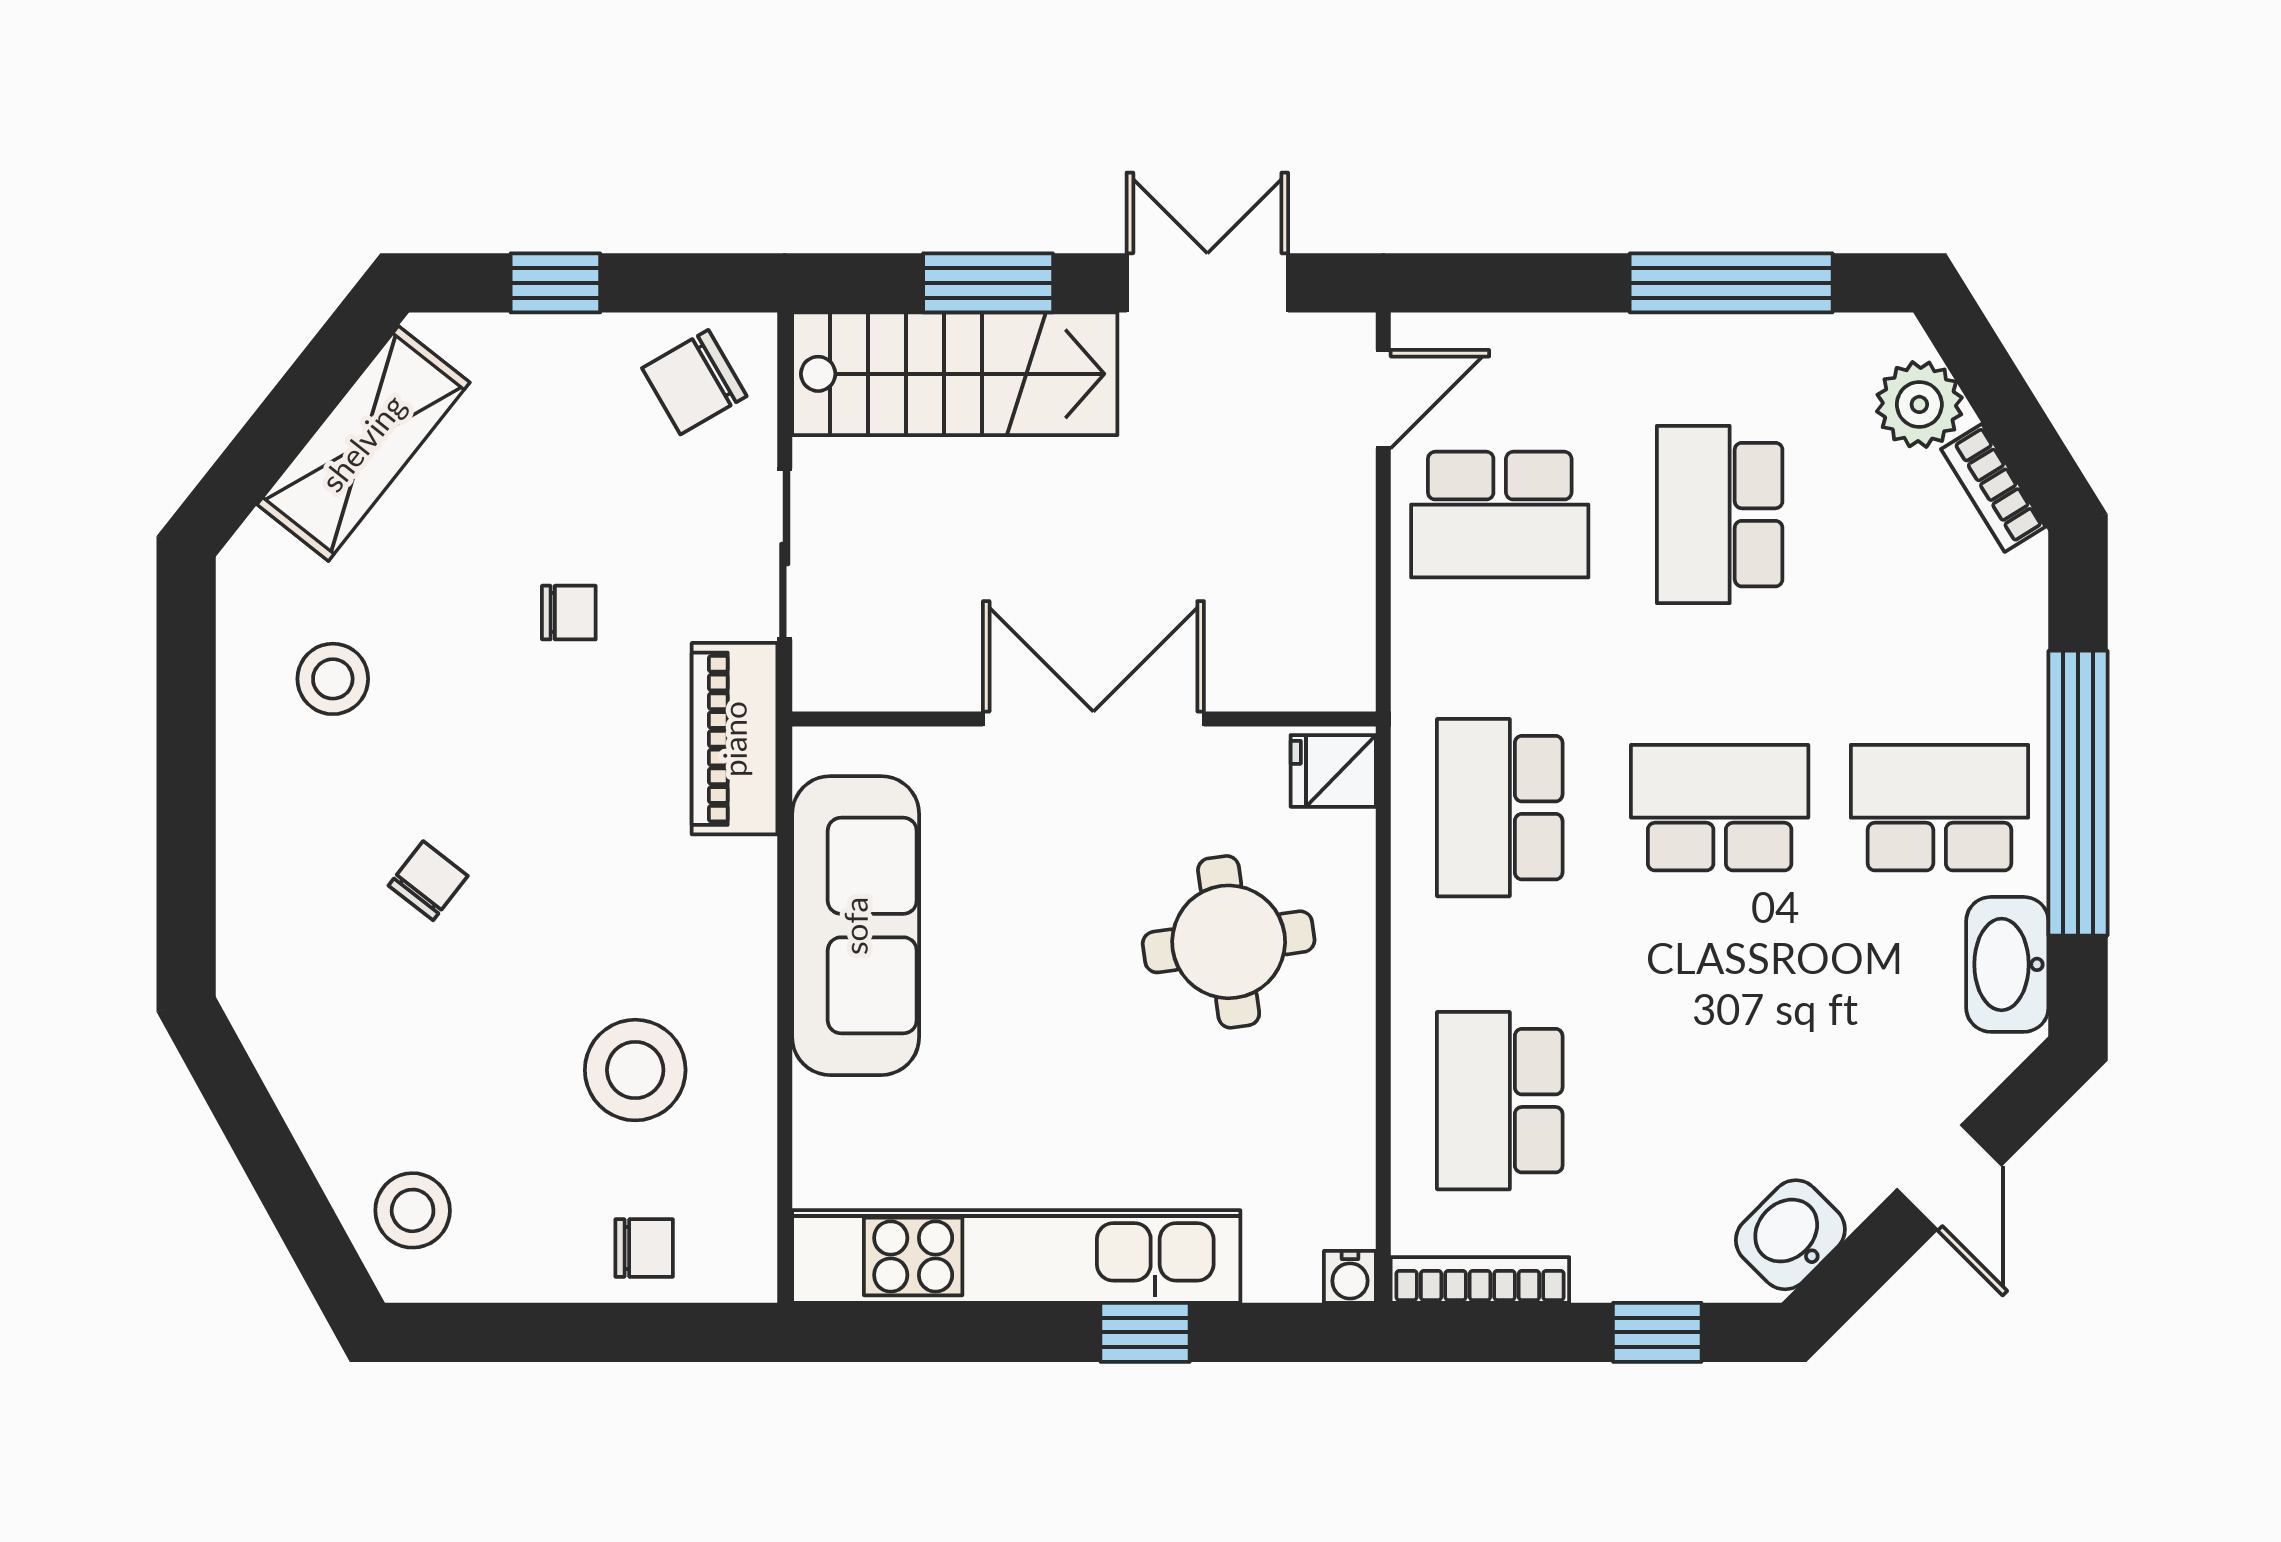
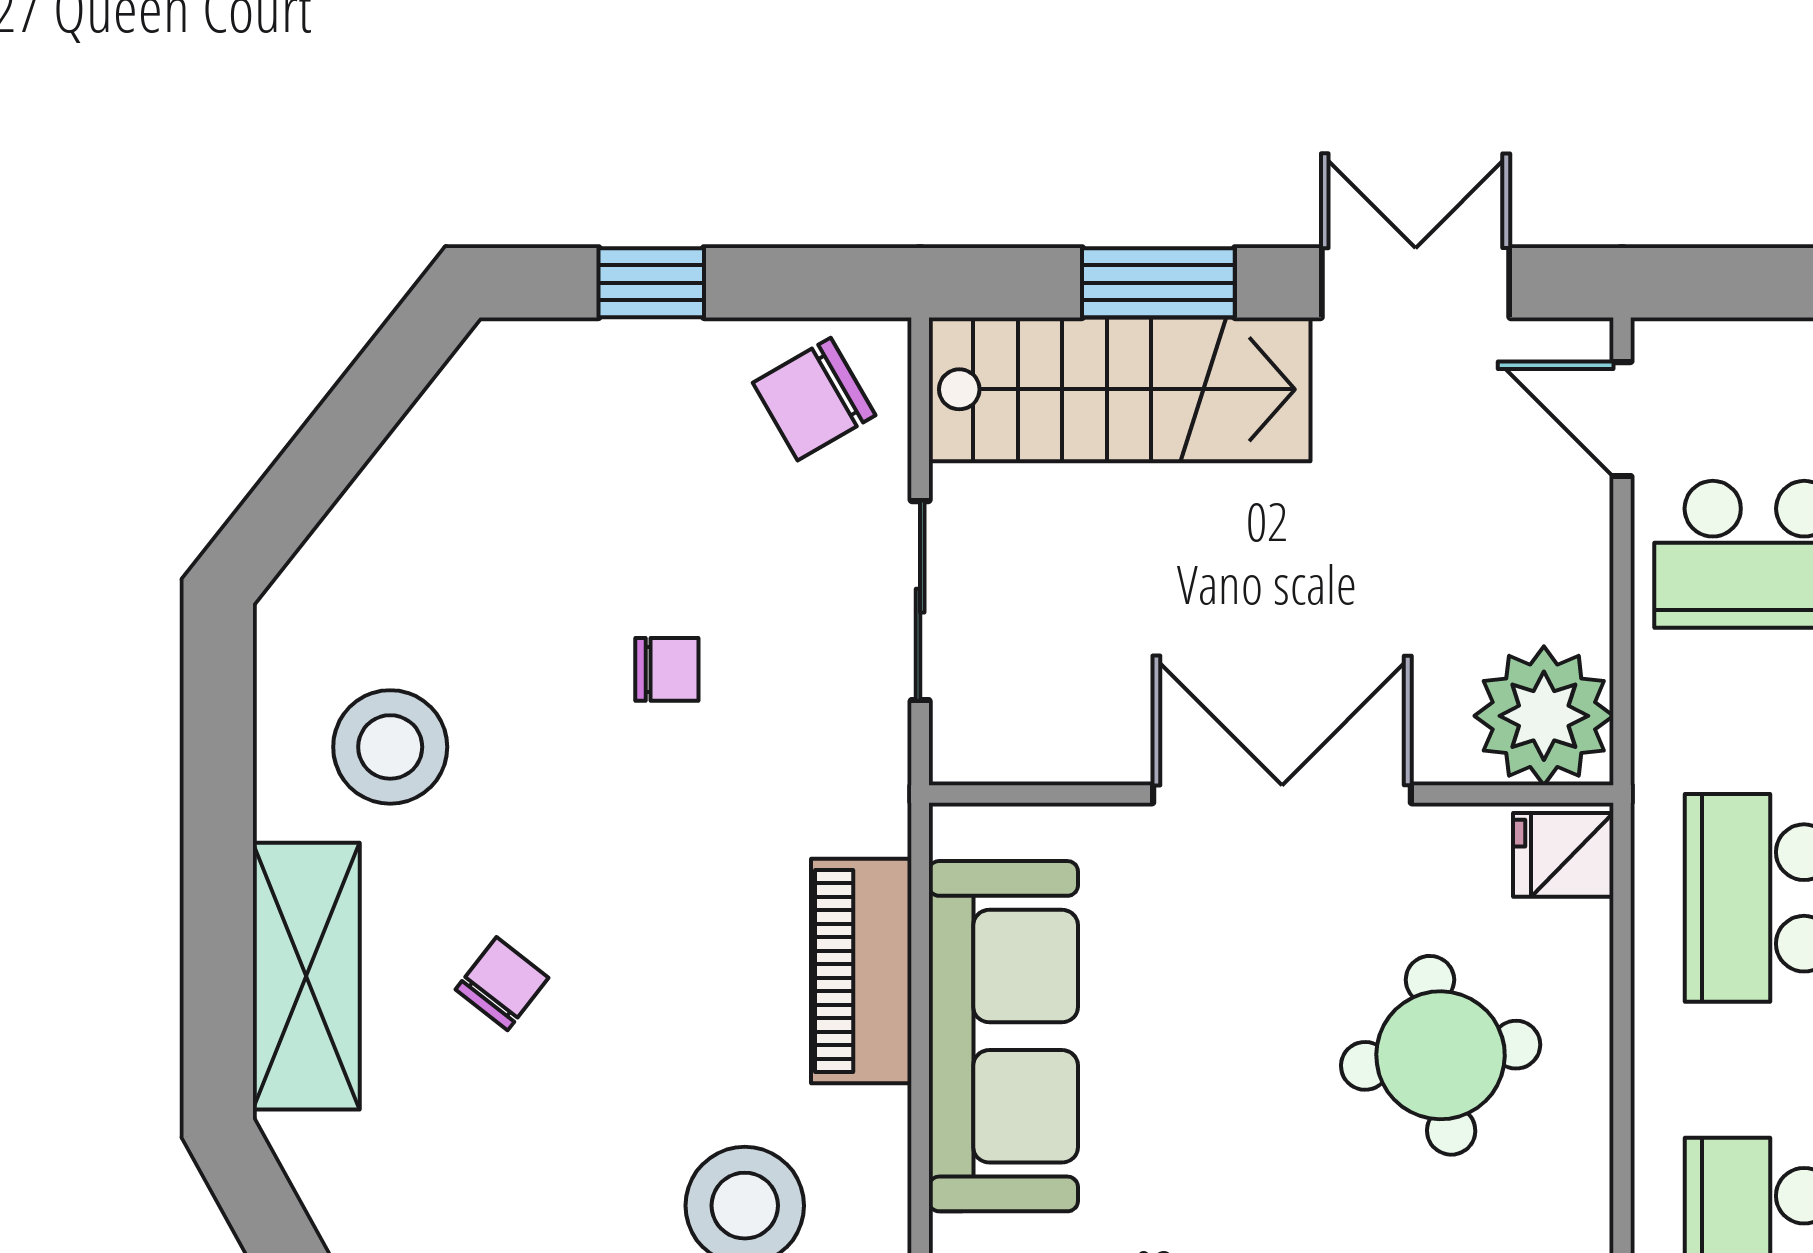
door: (1383, 399) -> (1622, 419), swing flipped
shelving: (363, 443) -> (306, 976), moved, turned -38
plant: (1317, 652) -> (1544, 716), added
stool: (333, 679) -> (390, 747), width x1.38, depth x1.38
piano: (735, 739) -> (861, 971), moved

